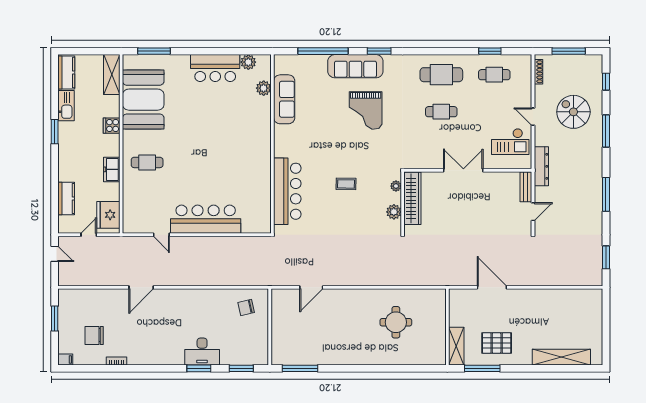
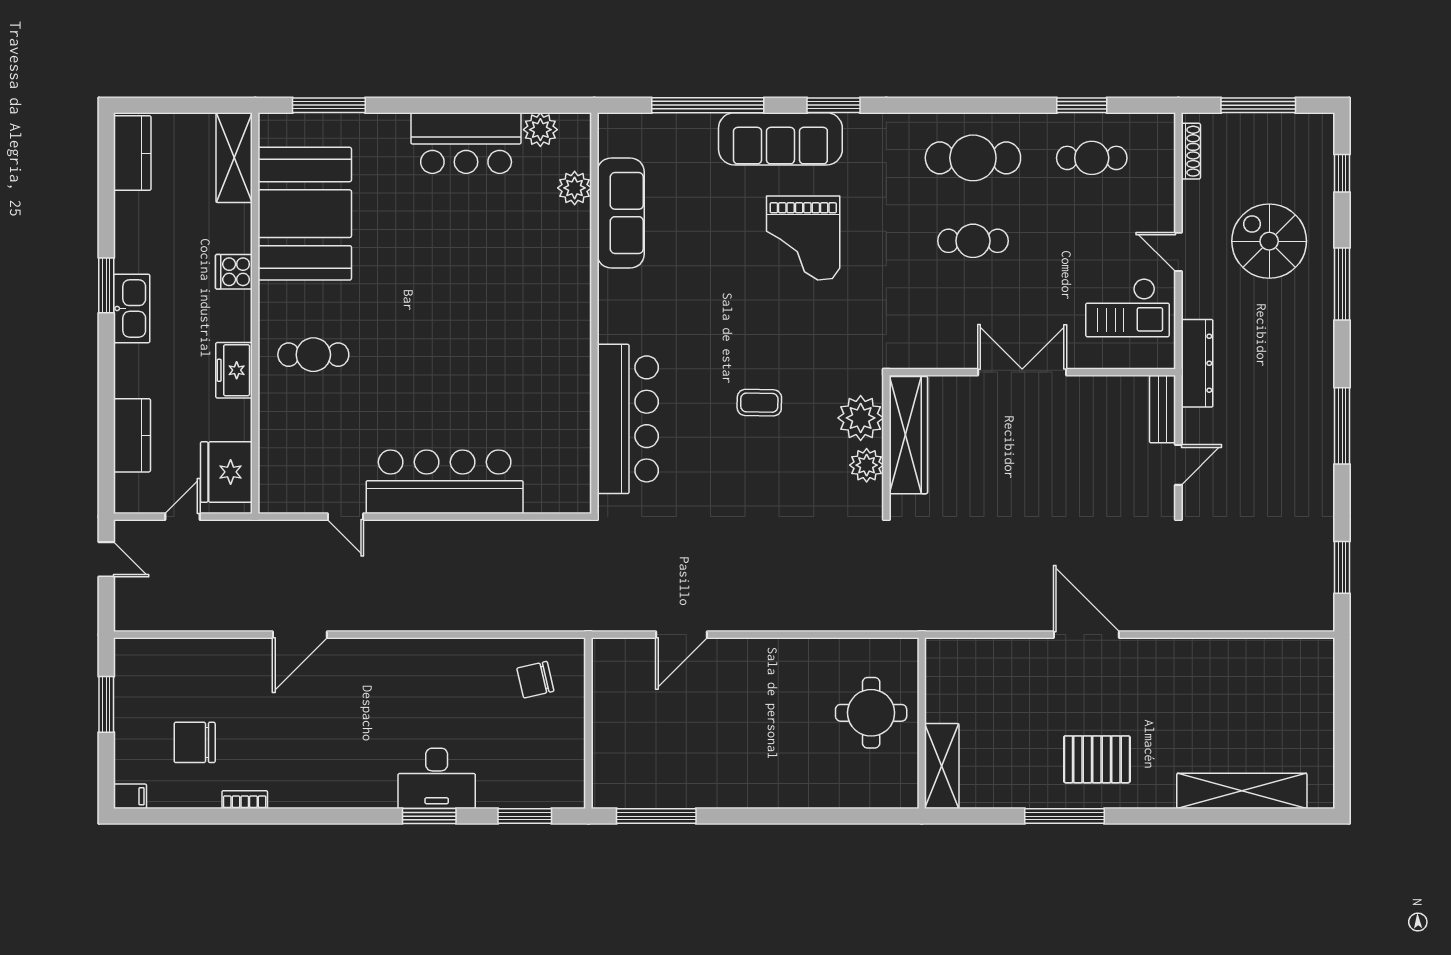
kitchen sink: (66, 106) -> (132, 308), moved
plant: (396, 186) -> (861, 418), width x1.88, depth x1.88
wall: (447, 327) -> (922, 723), moved
shelving: (456, 346) -> (942, 766), moved

